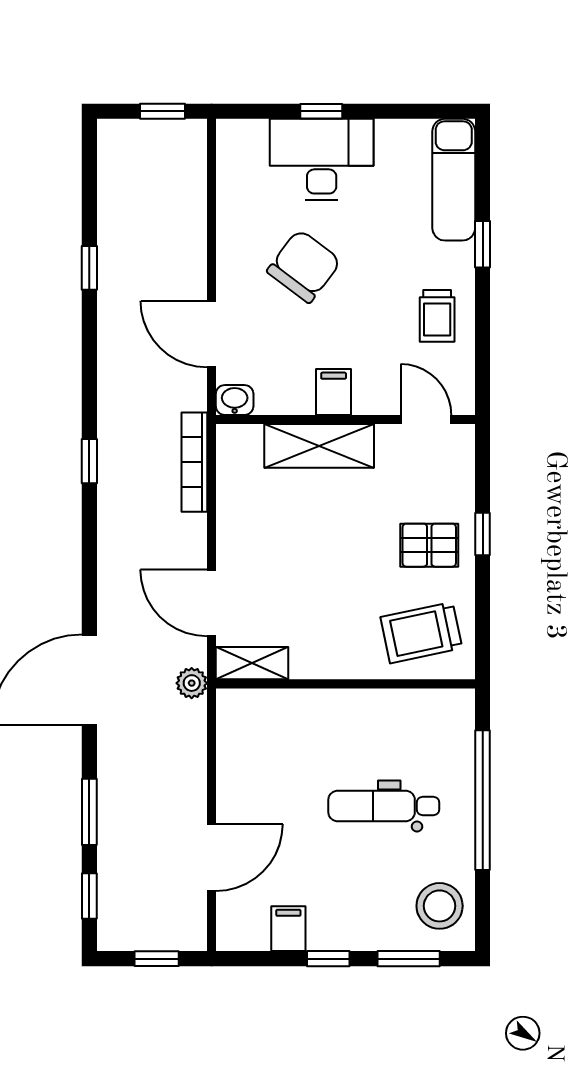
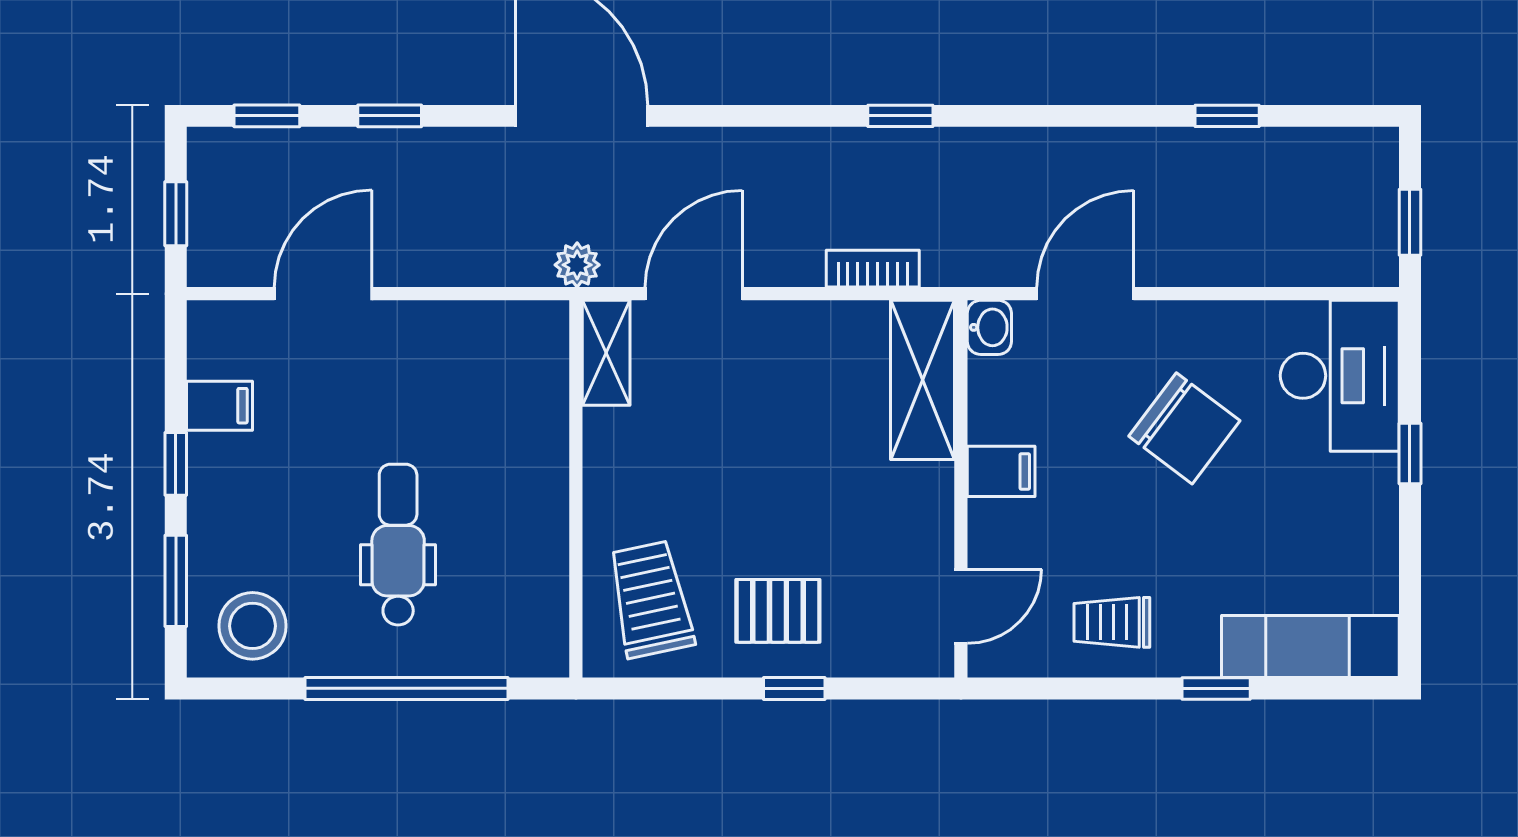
desk: (322, 159) -> (1340, 376), moved
window: (89, 268) -> (1227, 116), moved
shelving: (319, 446) -> (923, 380), moved
bookcase: (194, 462) -> (873, 269), width x0.64
pallet: (429, 545) -> (778, 611), turned 90
window: (89, 812) -> (390, 116), width x0.67
door: (212, 857) -> (323, 294), swing flipped

